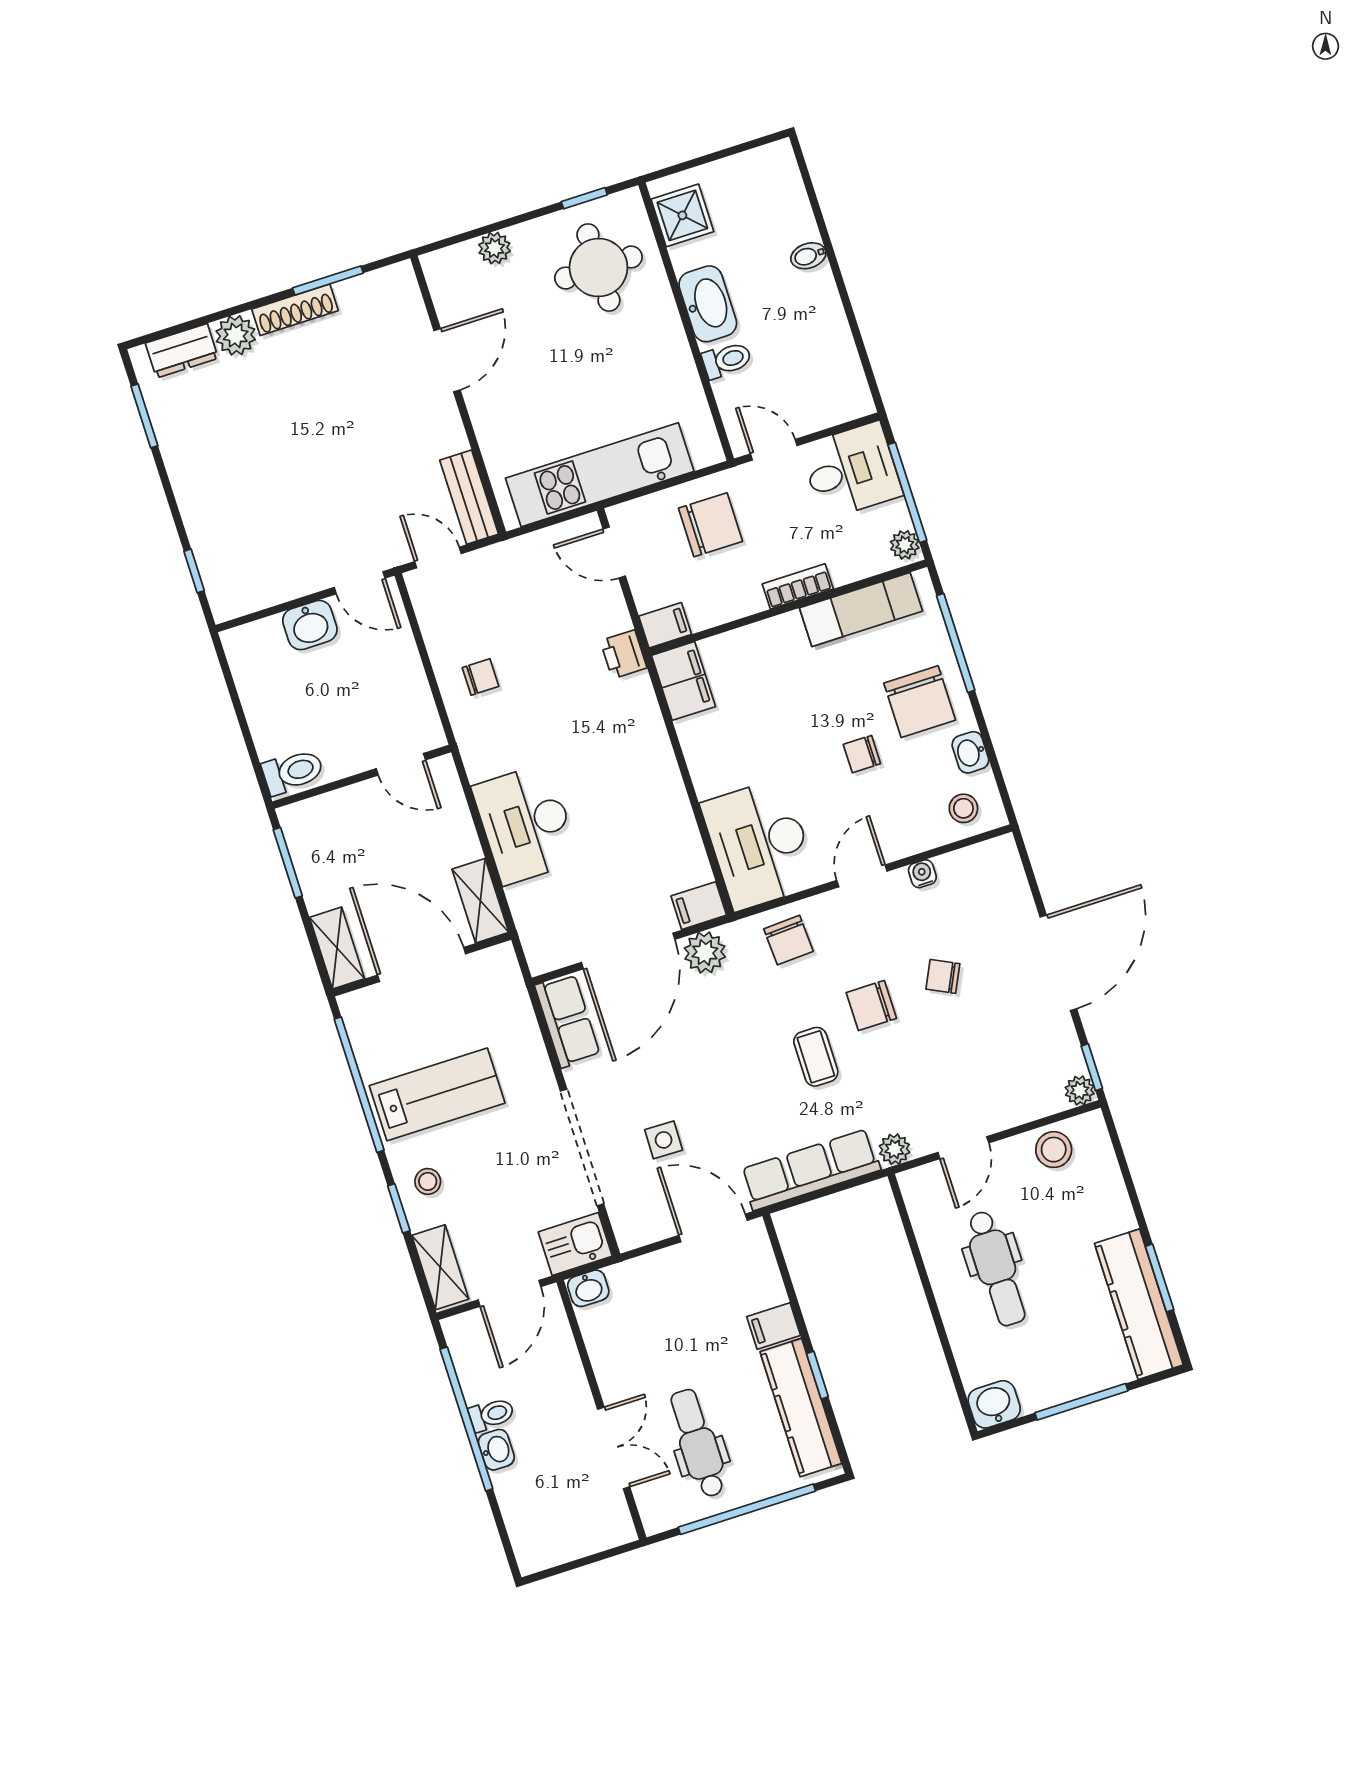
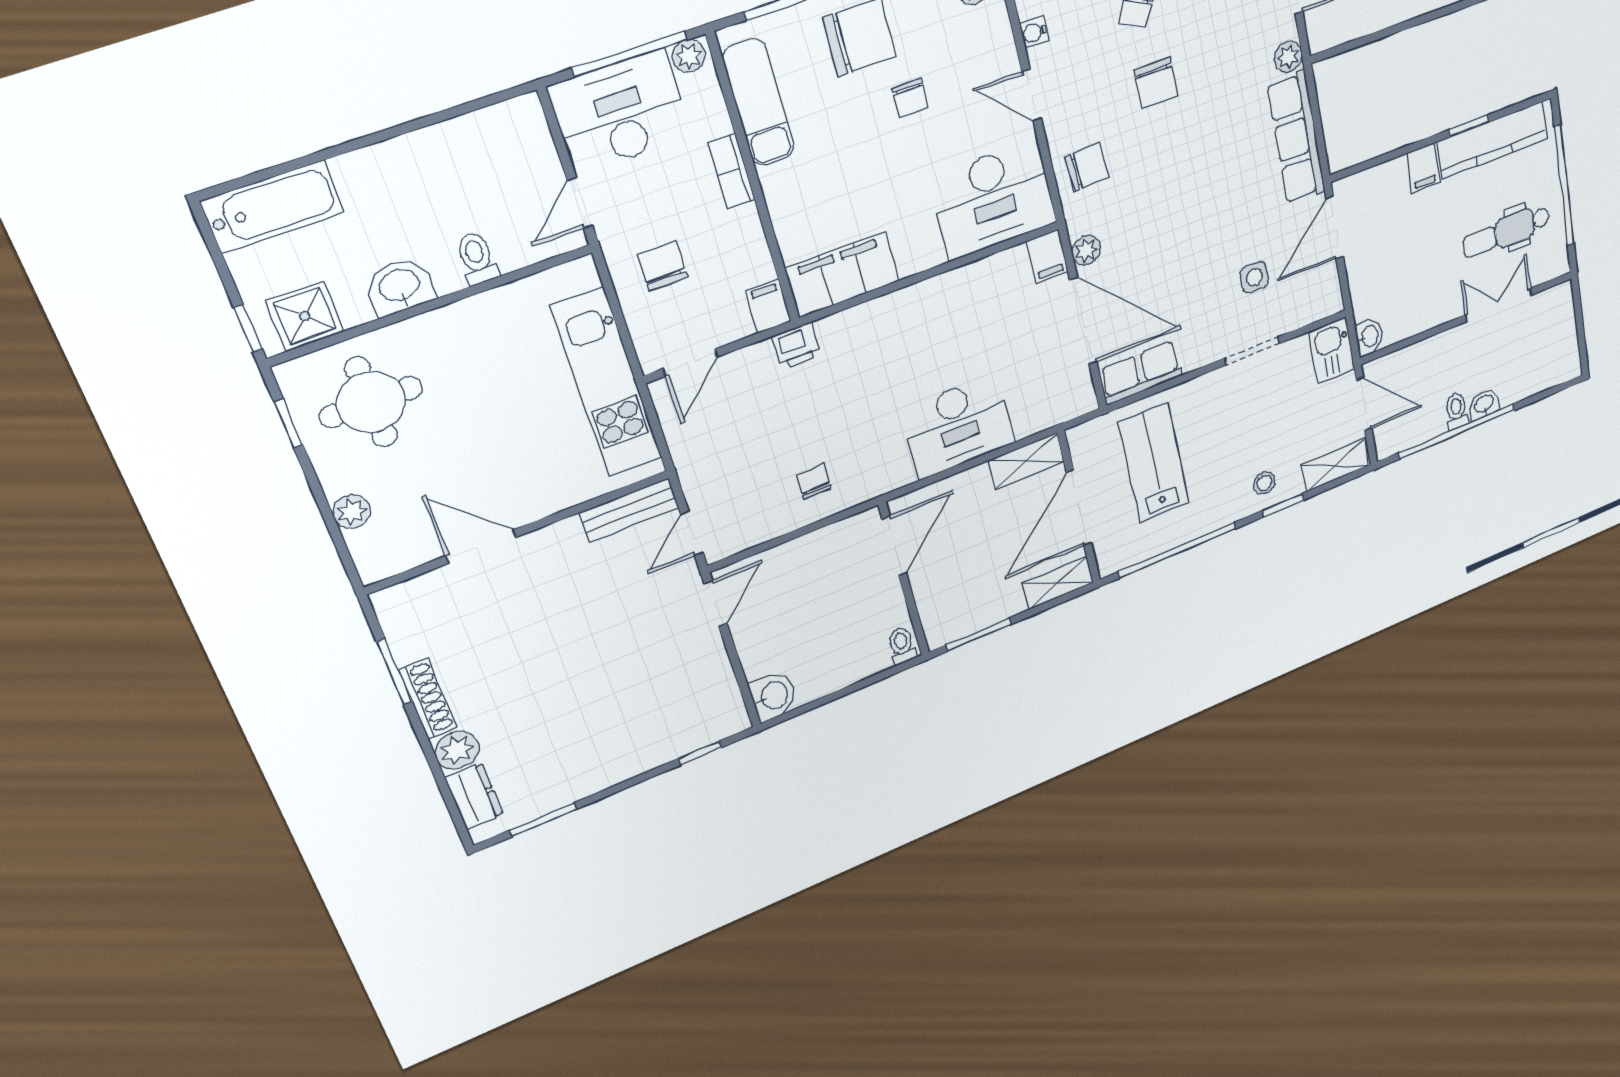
window: (675, 169) -> (248, 328), added
bathtub: (782, 194) -> (273, 207), added
bidet: (808, 256) -> (349, 173), removed
washbasin: (708, 304) -> (400, 286), width x0.72
desk: (851, 471) -> (620, 112), width x1.37
chair: (710, 525) -> (663, 266), width x0.73, depth x0.73
washbasin: (310, 625) -> (773, 696), moved
filing cabinet: (683, 681) -> (842, 275), width x1.50, depth x1.17
door: (401, 764) -> (894, 546), width x1.38
toilet: (293, 772) -> (902, 645), width x0.73, depth x0.72
plant: (705, 952) -> (1086, 250), width x0.73, depth x0.73
coffee table: (816, 1057) -> (1197, 136), removed
lab bench: (437, 1094) -> (1154, 463), moved
doorway: (582, 1147) -> (1252, 351), width x0.53

